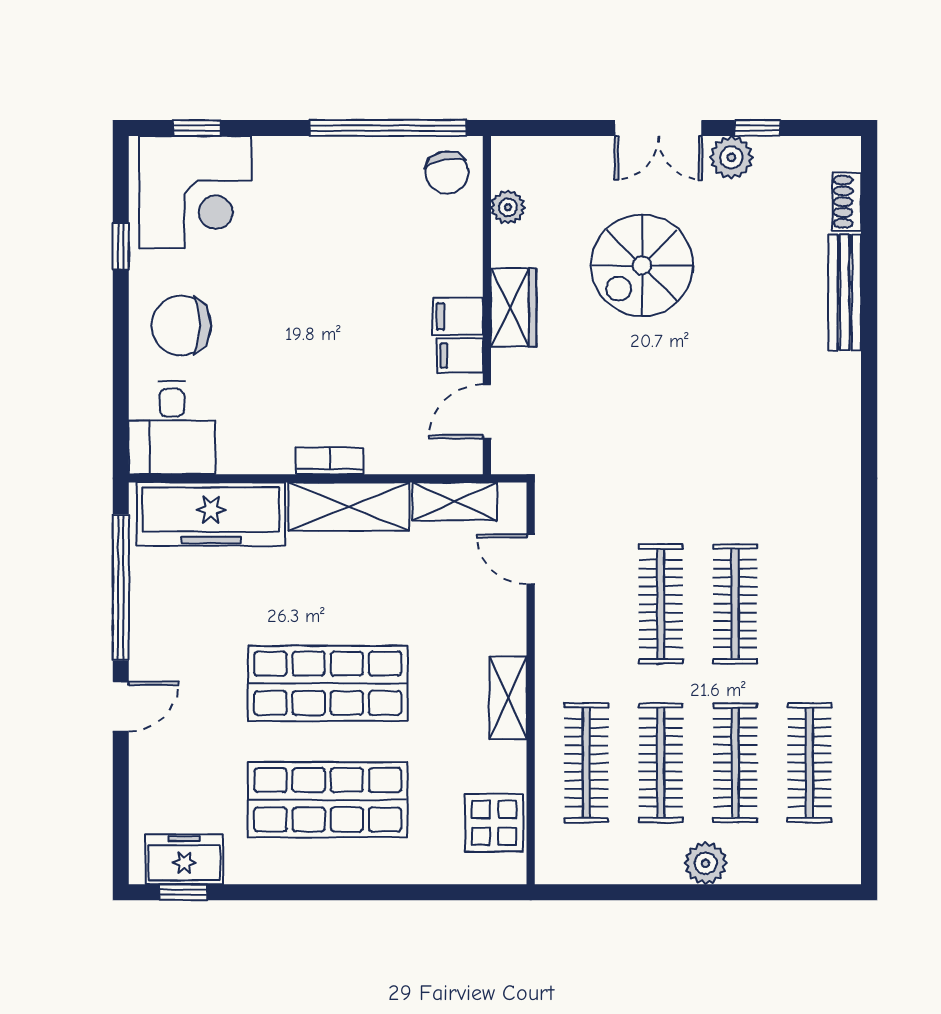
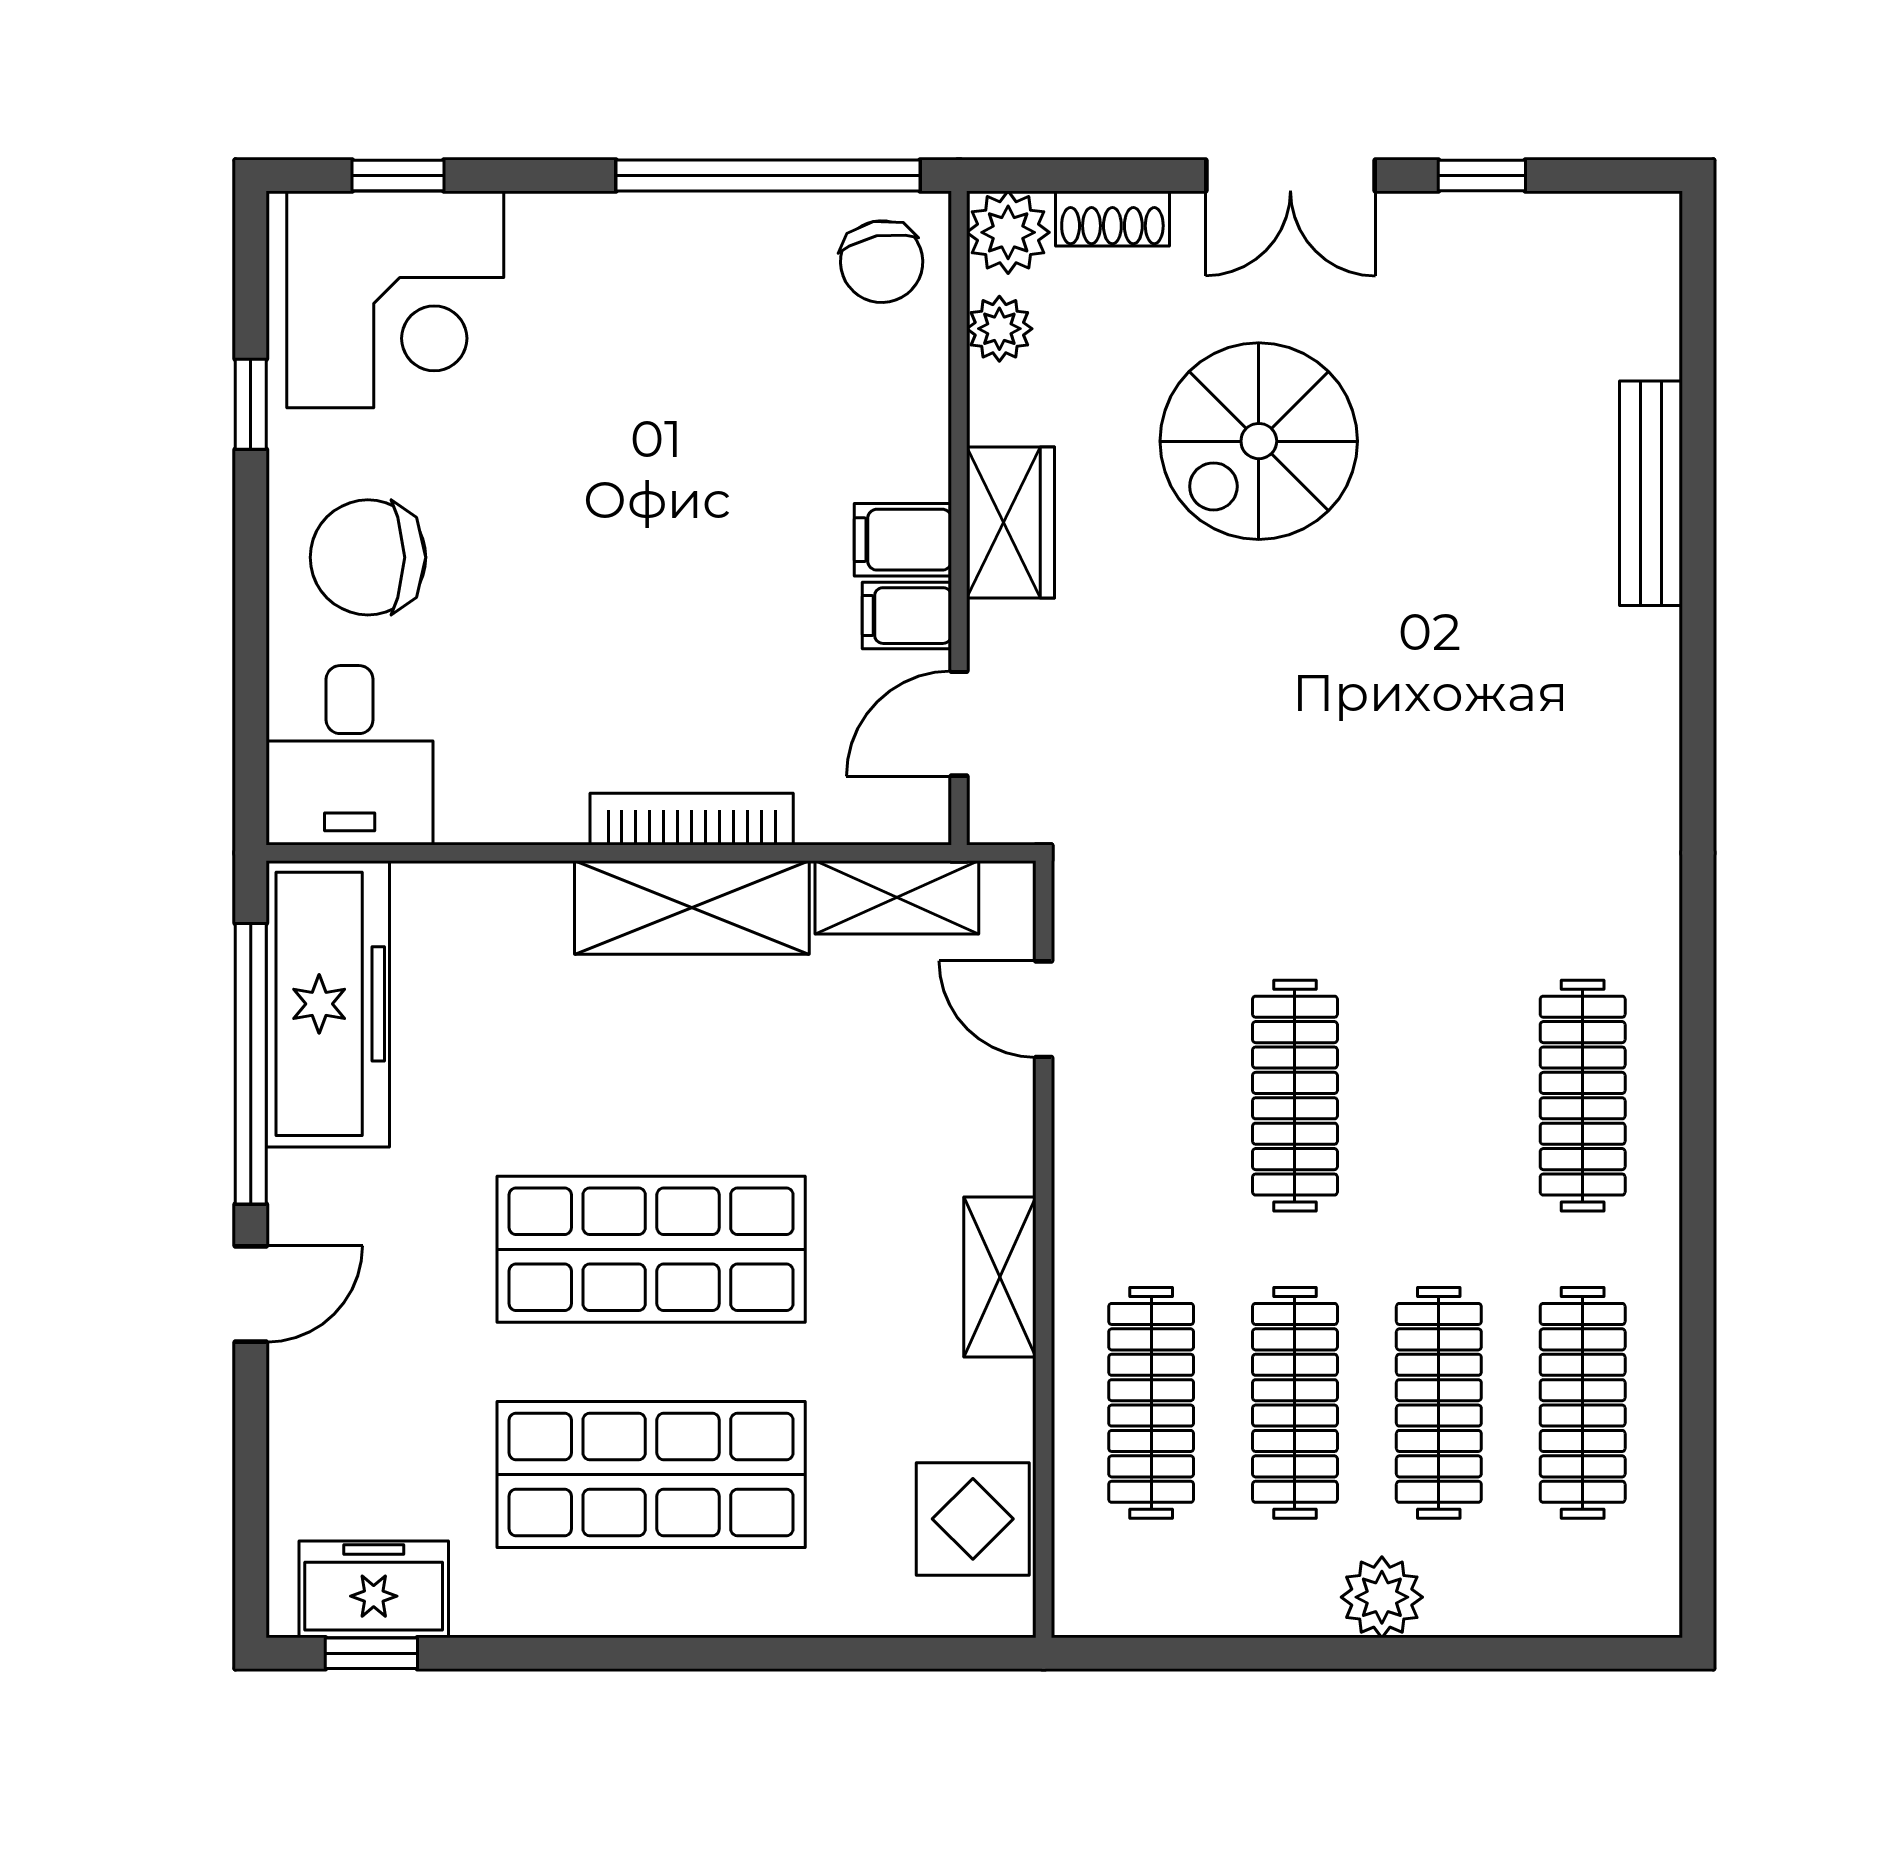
plant: (731, 157) -> (1008, 232), moved
shoe rack: (847, 202) -> (1112, 219), moved, turned -90
bookcase: (330, 461) -> (692, 819), width x1.56
freezer: (211, 514) -> (328, 1004), moved, turned -90
clothes rail: (735, 604) -> (1583, 1096), moved

